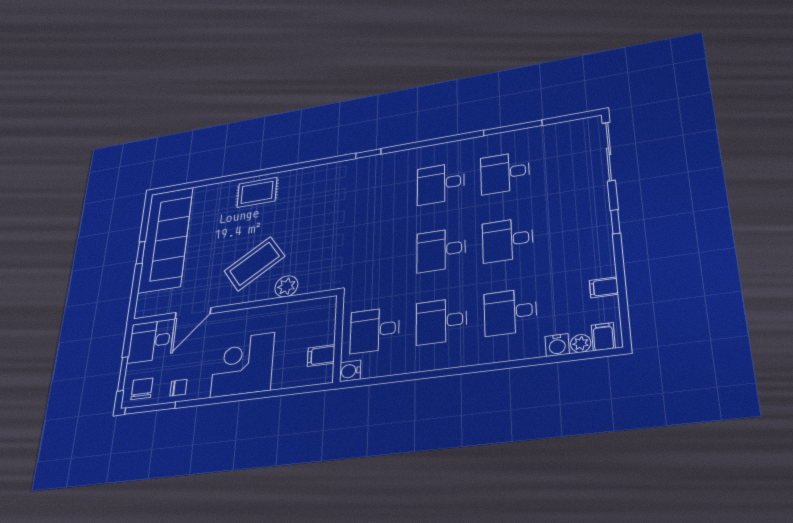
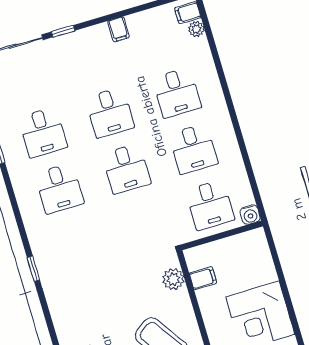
window: (615, 222) -> (63, 31), moved
plant: (286, 286) -> (173, 279), moved
filing cabinet: (604, 287) -> (119, 29), moved
water cooler: (557, 345) -> (200, 47), removed
filing cabinet: (321, 356) -> (203, 278), moved, turned -90

